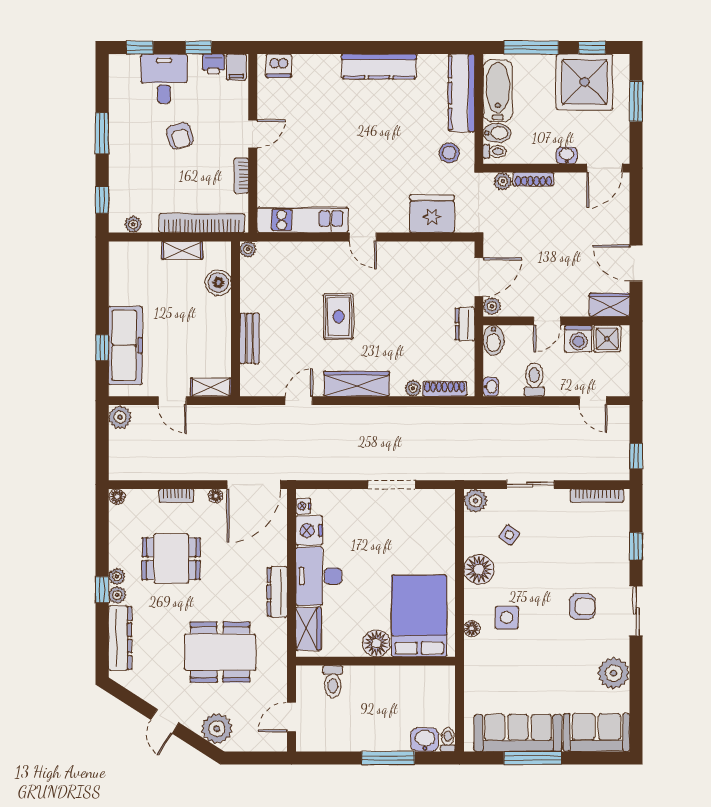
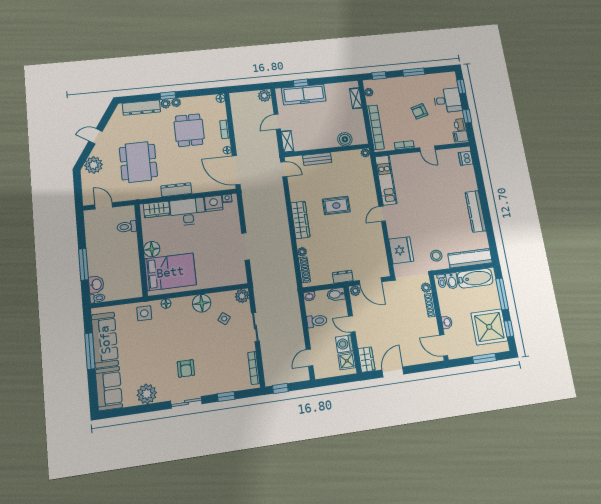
shelving: (182, 250) -> (356, 98), moved
door: (299, 401) -> (284, 169), moved
side table: (507, 618) -> (144, 313), moved

